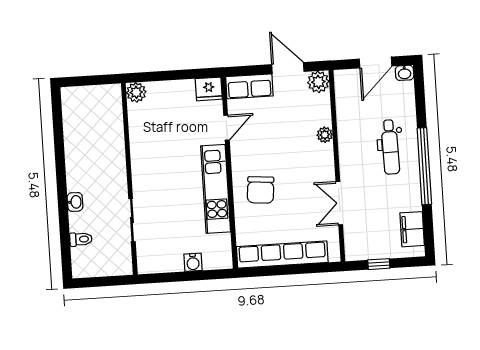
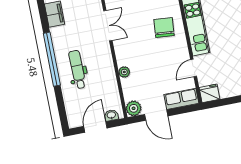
washbasin: (405, 73) -> (111, 115), moved

